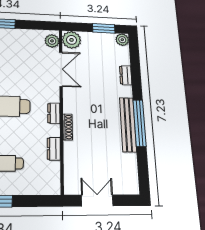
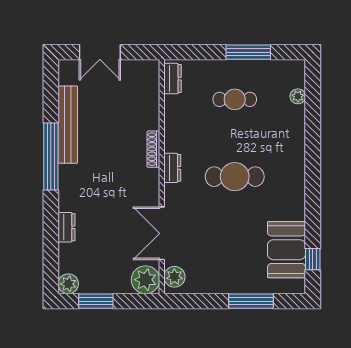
bench: (128, 124) -> (68, 125), moved
dresser: (54, 149) -> (173, 79), moved
double door: (97, 201) -> (100, 52), moved

